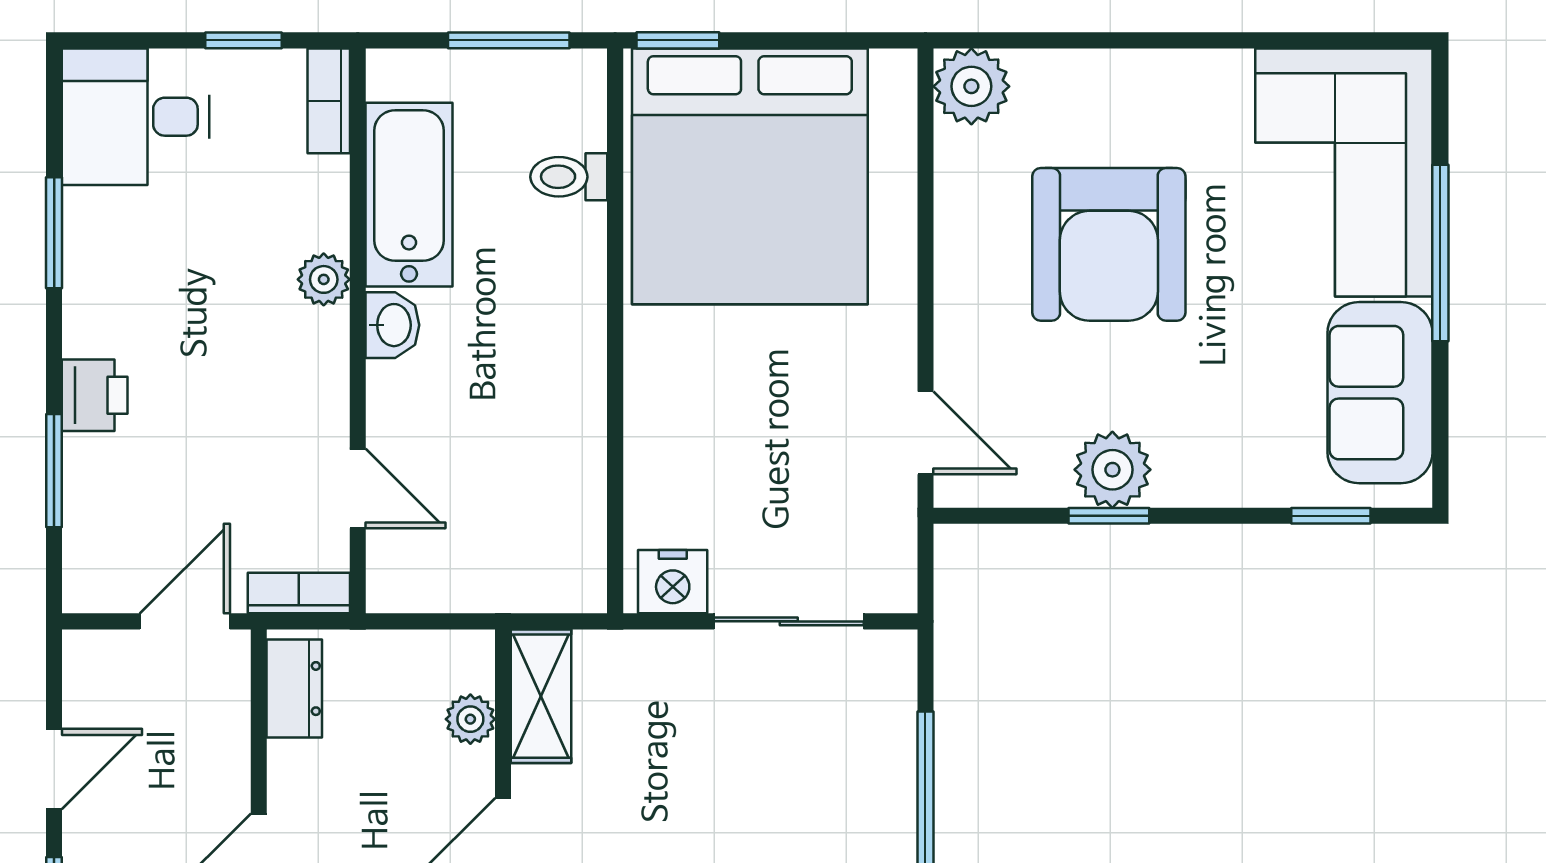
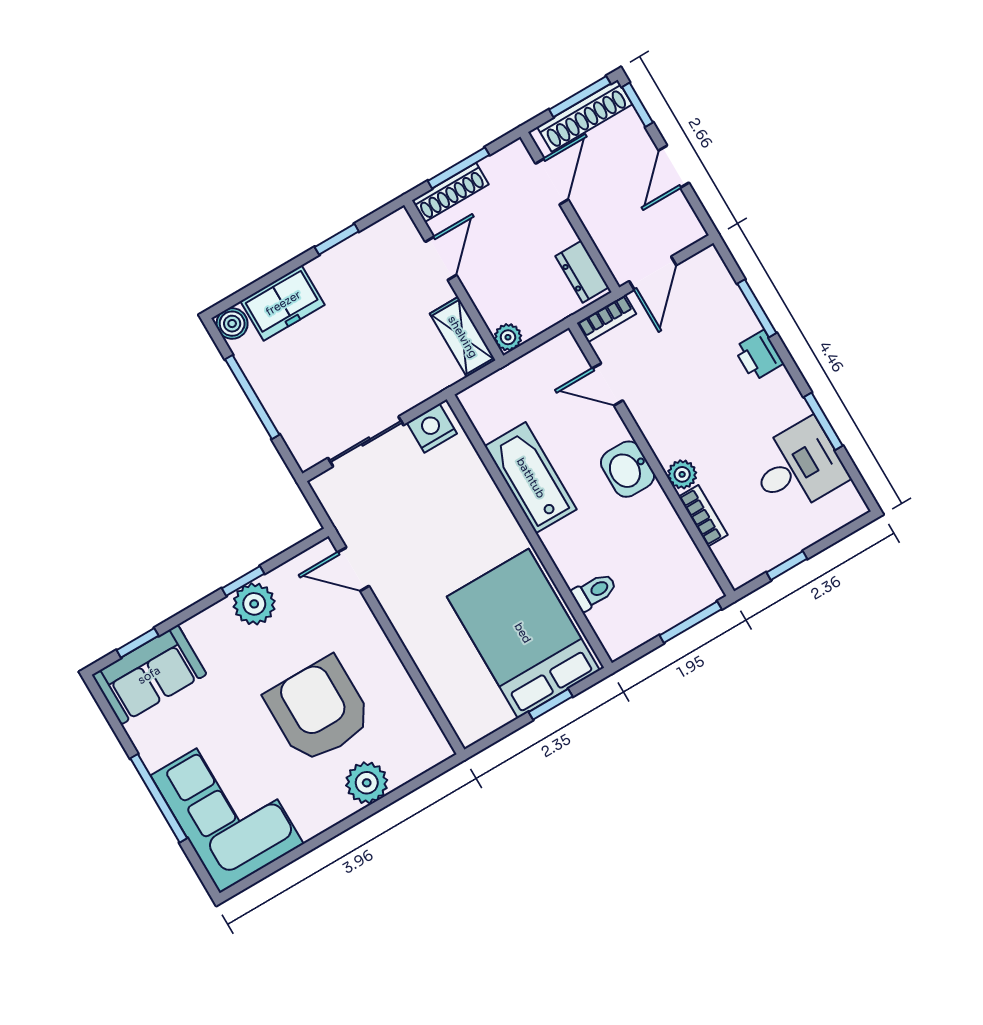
window: (509, 40) -> (691, 622), moved
window: (678, 40) -> (551, 704), moved
plant: (971, 86) -> (367, 783), moved
bookcase: (329, 101) -> (703, 516), moved
desk: (136, 117) -> (798, 467), moved
bed: (750, 176) -> (523, 633), width x0.73
bathtub: (409, 195) -> (531, 478), moved, turned 180
washbasin: (392, 325) -> (628, 469), width x1.38, depth x1.45
sofa: (1380, 393) -> (149, 675), moved, turned 90
plant: (470, 719) -> (508, 337), moved

